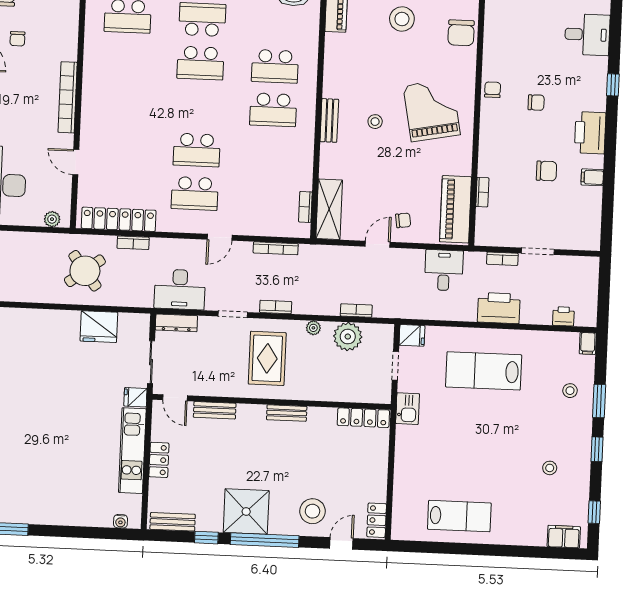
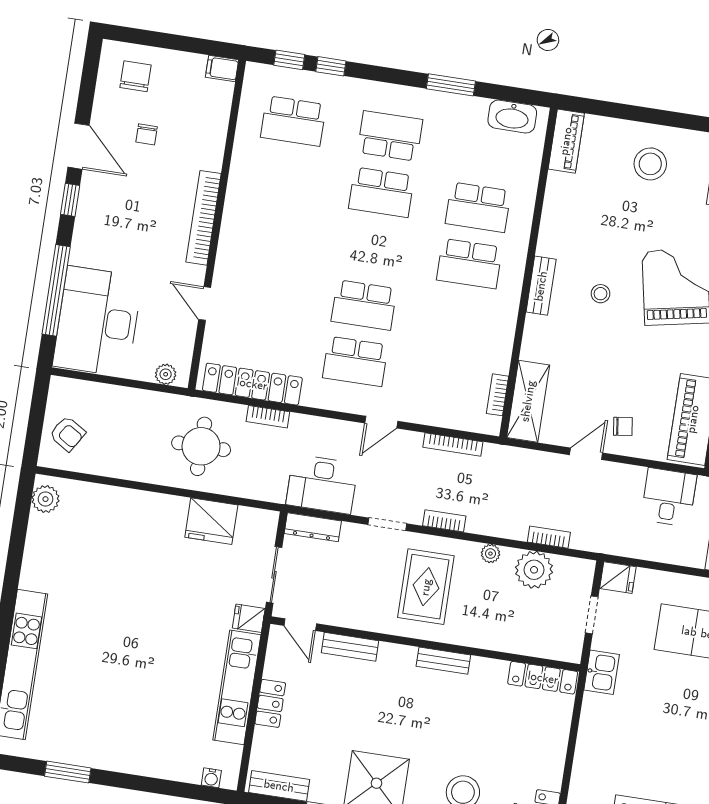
round table: (85, 271) -> (201, 446), turned 37

